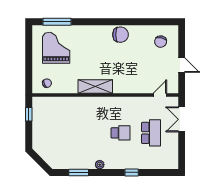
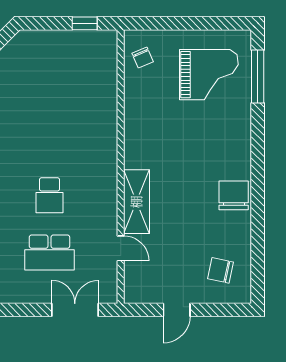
chair: (120, 35) -> (234, 195), turned 180
shelving: (95, 86) -> (136, 202), moved
door: (160, 95) -> (121, 248), moved

